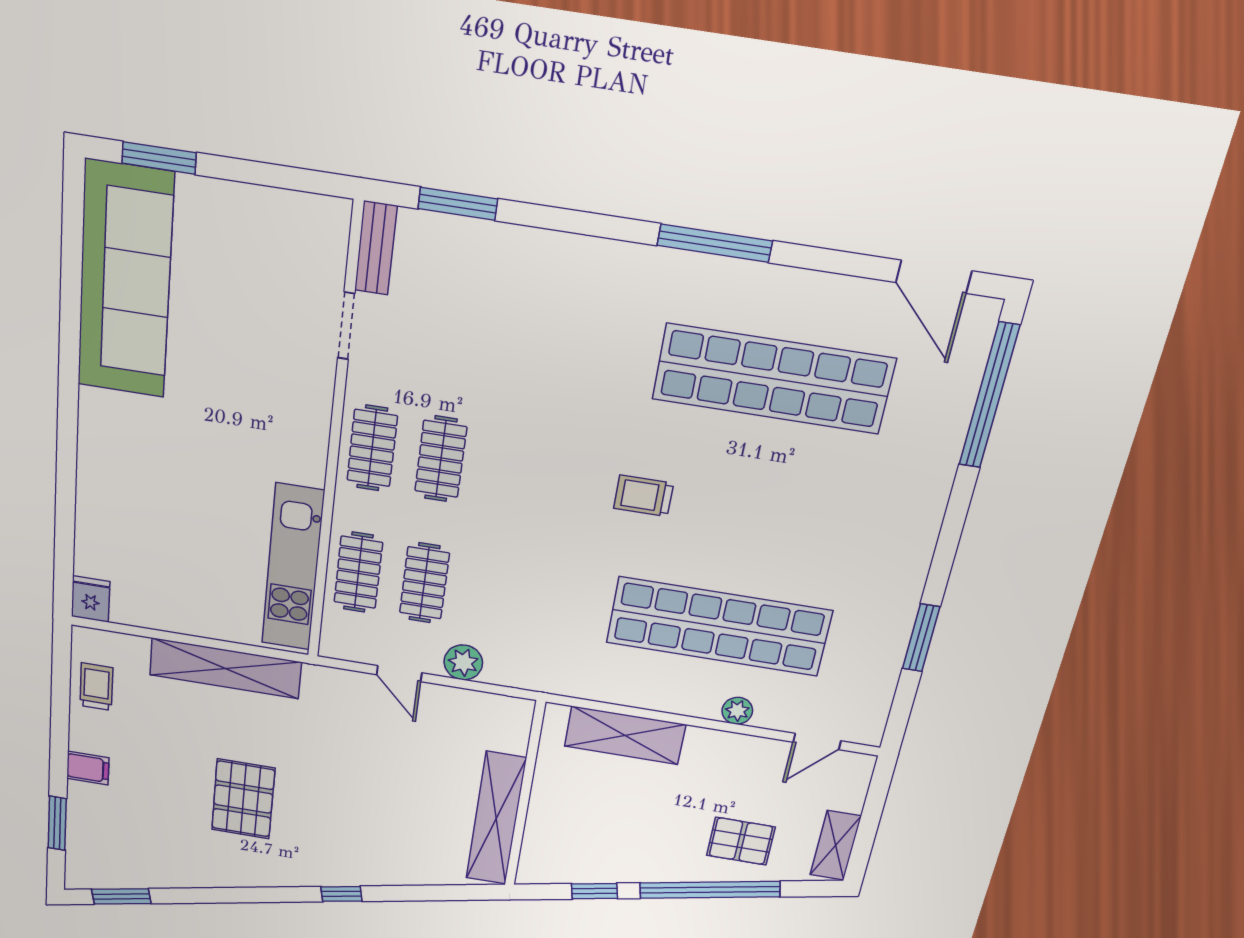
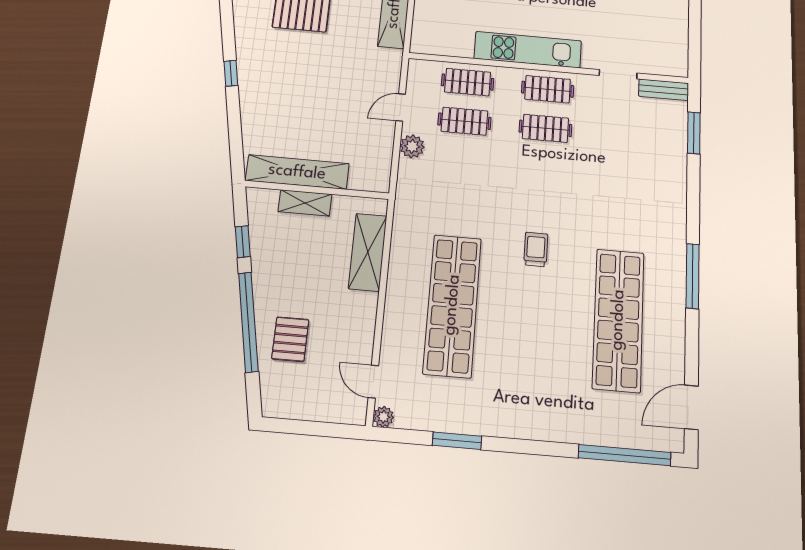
kitchen unit: (293, 568) -> (528, 50), moved
plant: (737, 711) -> (383, 417), moved
shelving: (836, 845) -> (305, 203), moved

